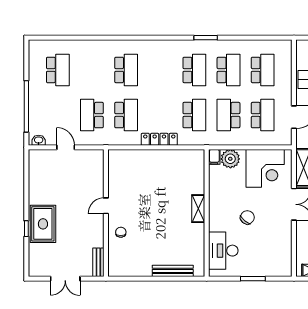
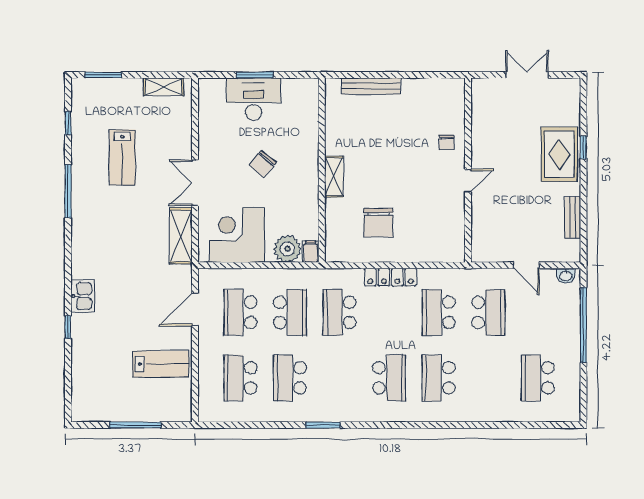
school desk: (194, 70) -> (389, 378), moved, turned 180
chair: (168, 177) -> (378, 223), added
desk: (223, 251) -> (254, 99), moved, turned -90
bench: (98, 262) -> (573, 218), moved

